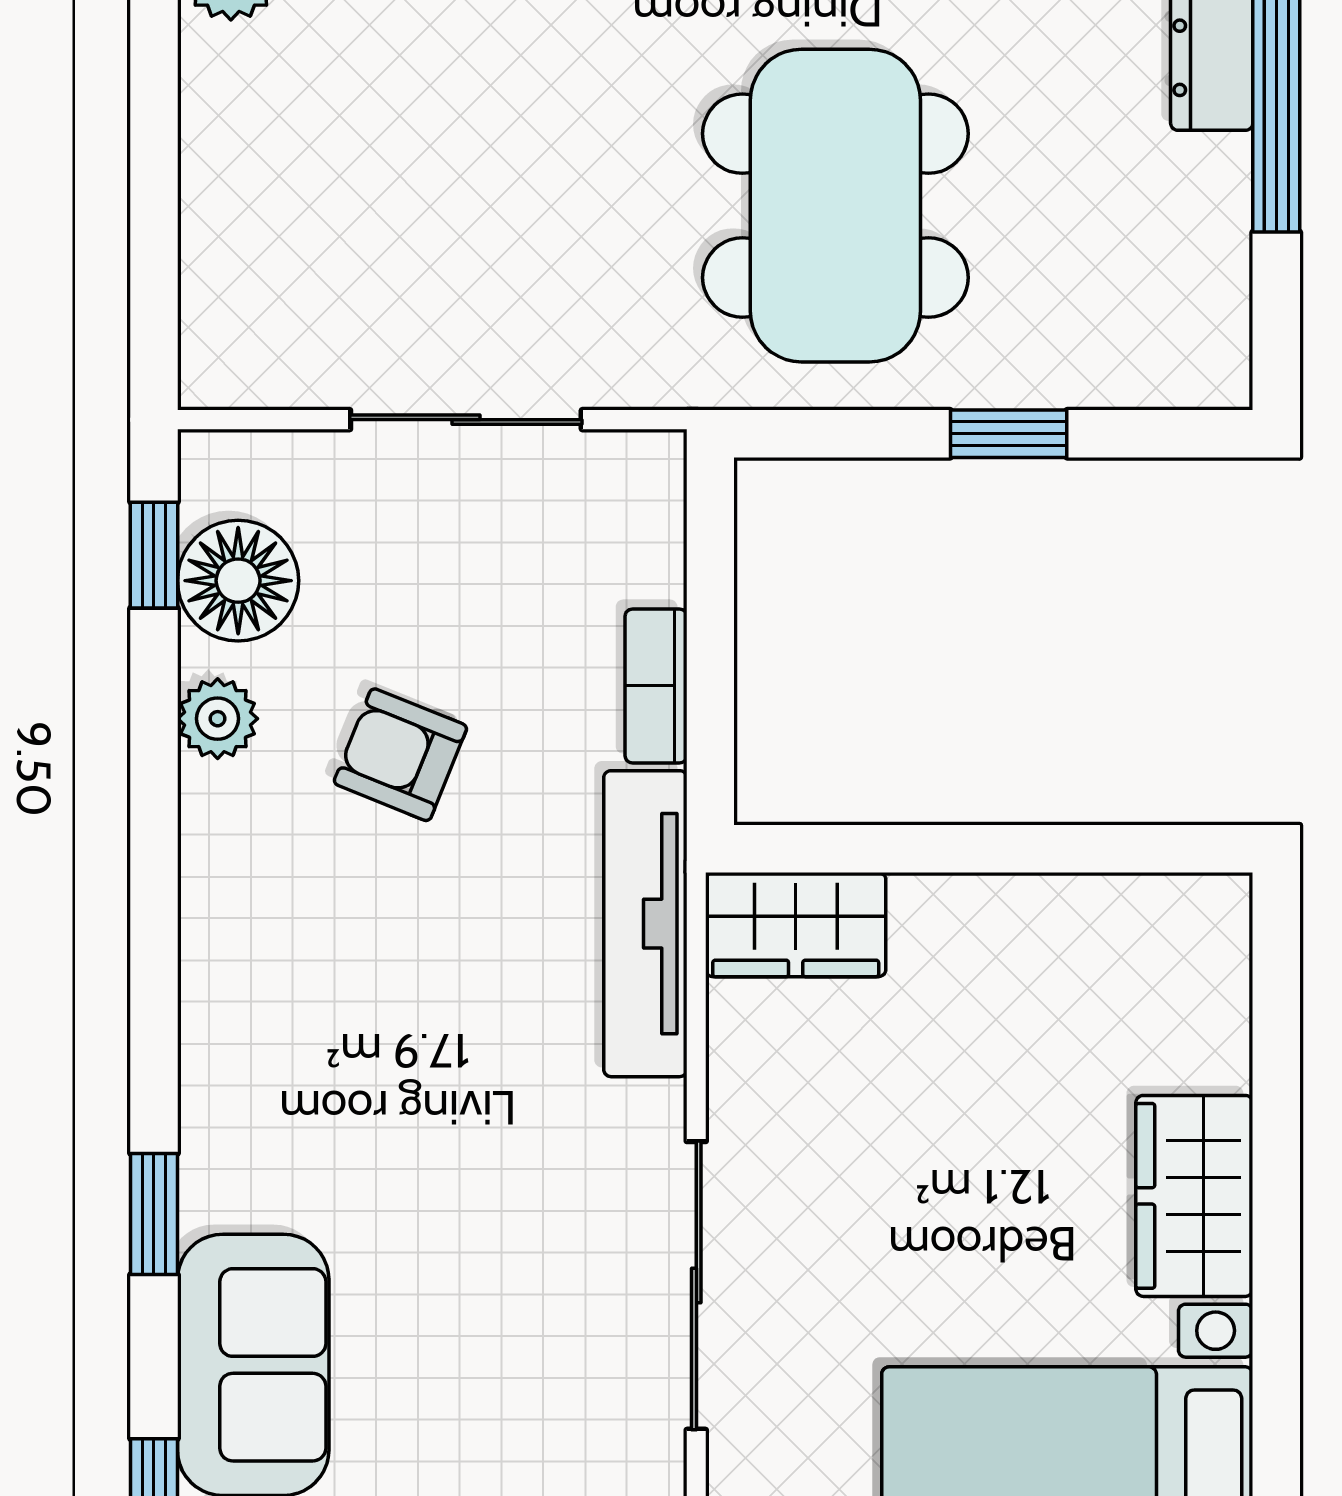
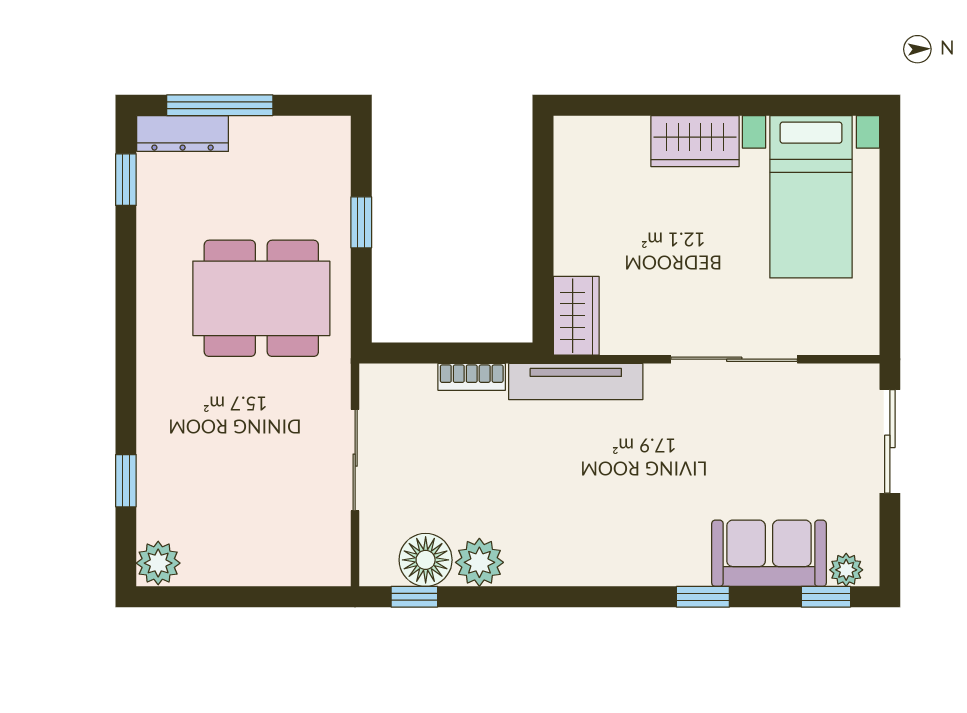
plant: (218, 719) -> (479, 562), width x1.38, depth x1.38
armchair: (400, 755) -> (502, 489), removed

